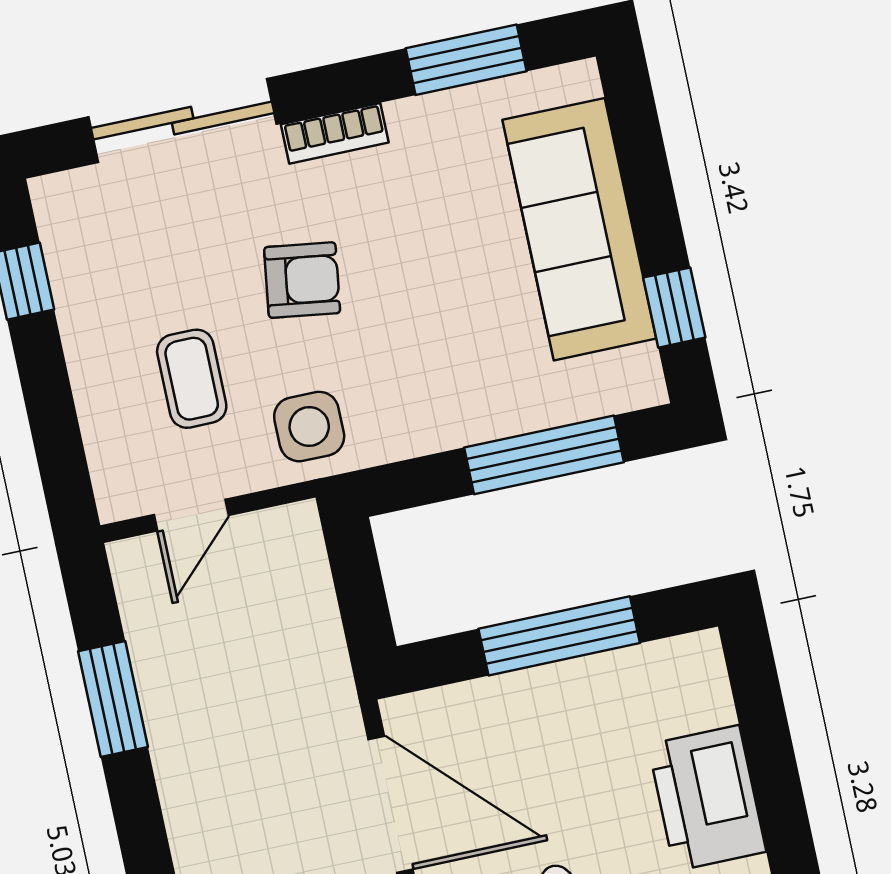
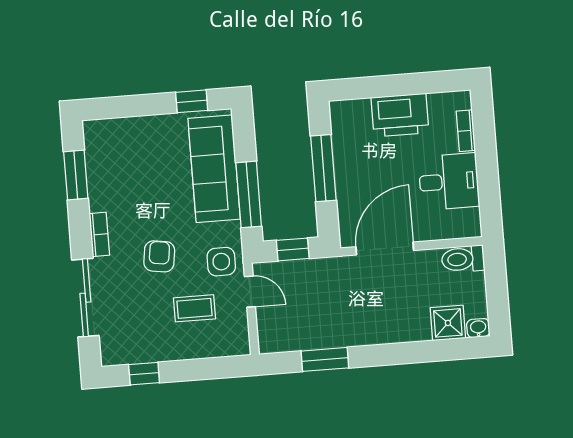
sofa: (579, 229) -> (214, 169), moved, turned 90
window: (544, 455) -> (249, 194), moved
door: (191, 515) -> (250, 292), moved
window: (360, 590) -> (293, 249), added

